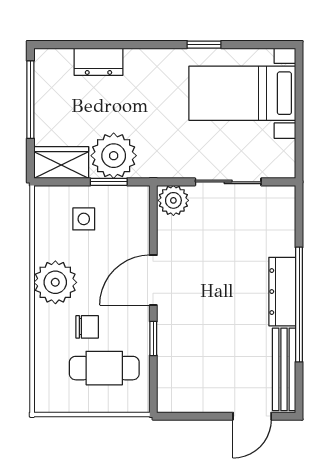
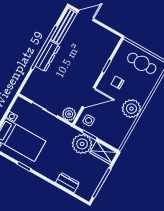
side table: (84, 219) -> (89, 120), moved
door: (153, 280) -> (89, 97), moved
chair: (87, 327) -> (117, 82), moved
cafe table: (104, 368) -> (142, 63), moved

